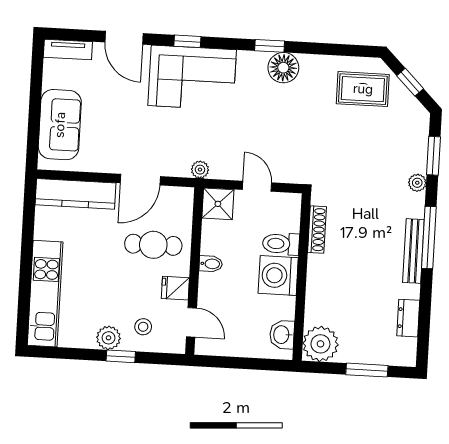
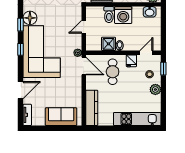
window: (187, 41) -> (21, 49), moved
corner sofa: (192, 78) -> (42, 52), width x1.36, depth x1.36
door: (140, 180) -> (84, 66), moved
shower: (218, 204) -> (108, 44), moved
window: (121, 356) -> (163, 69), moved

